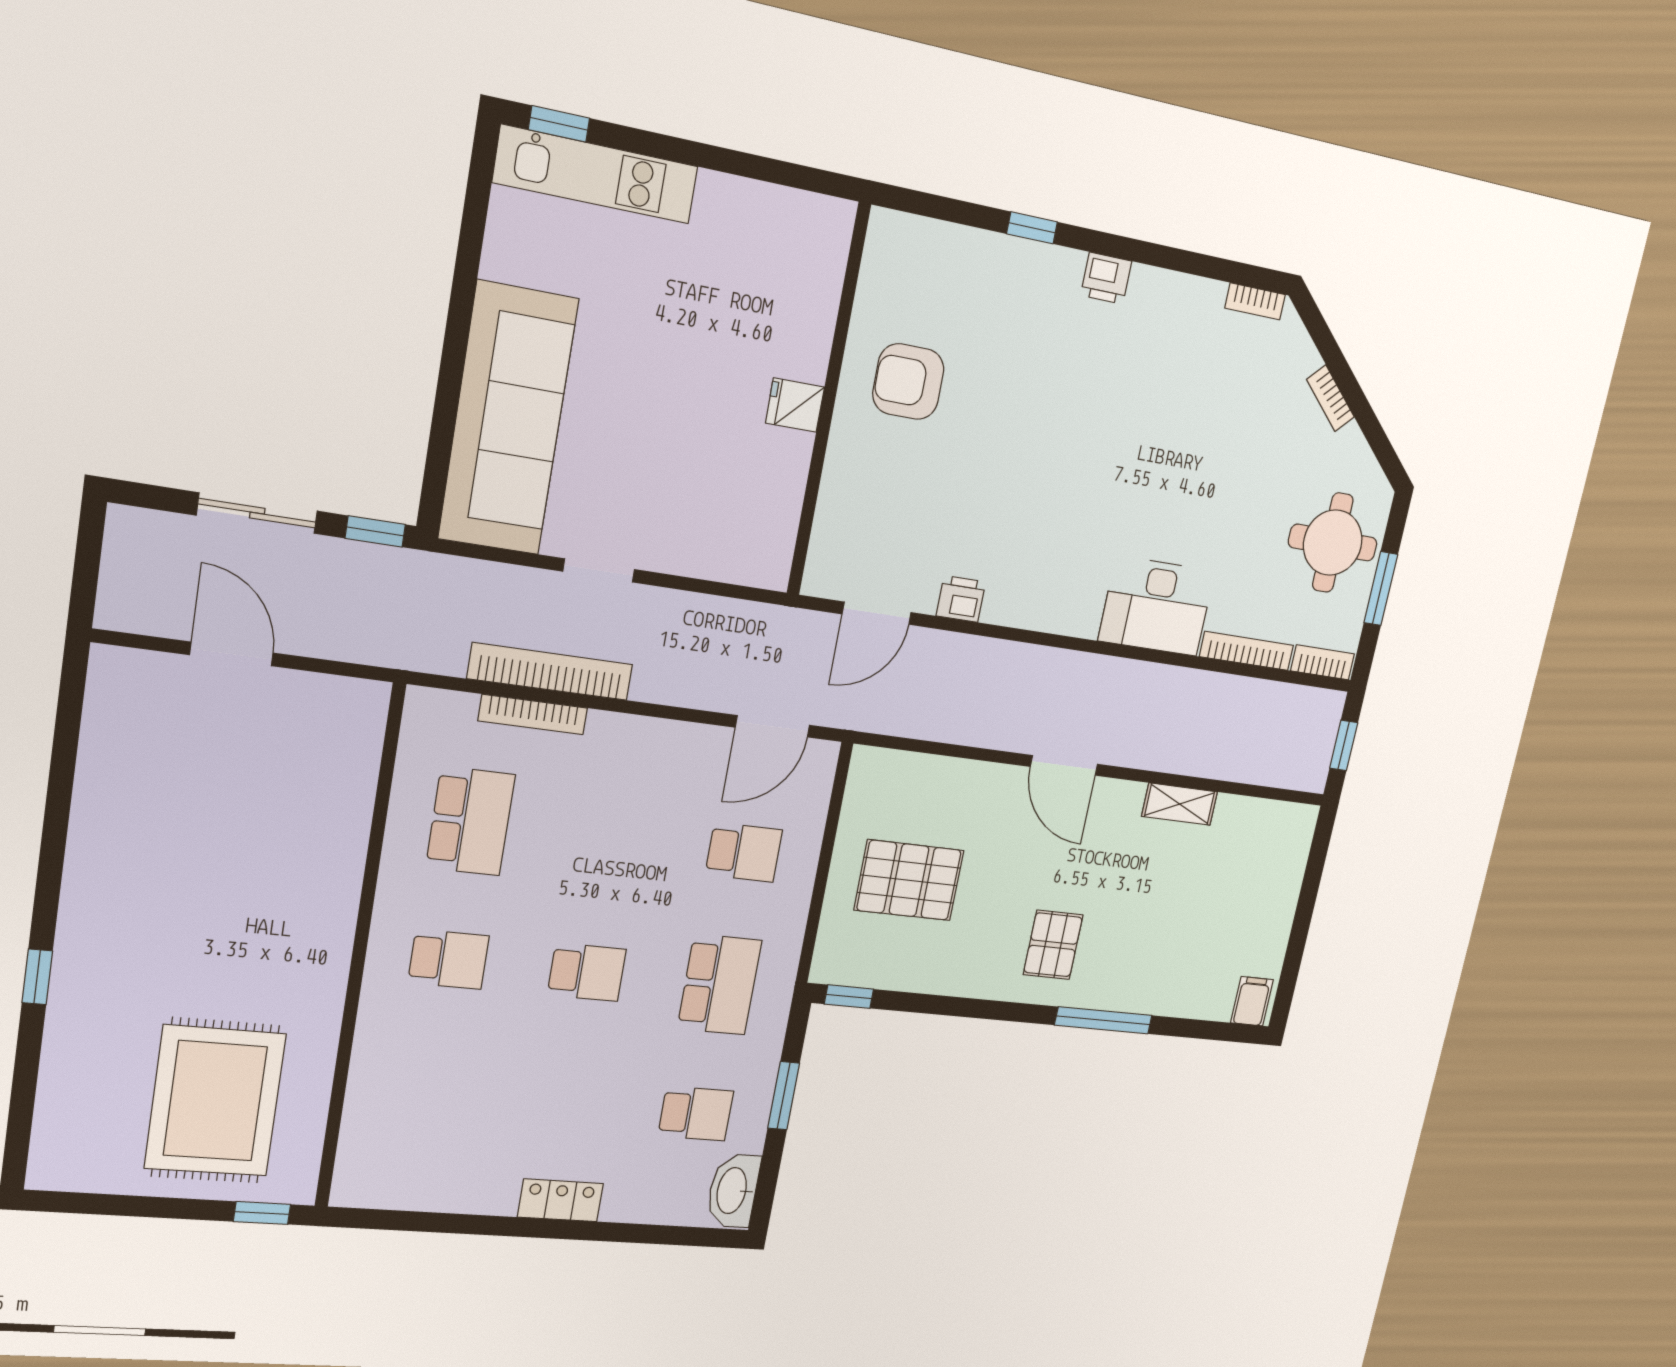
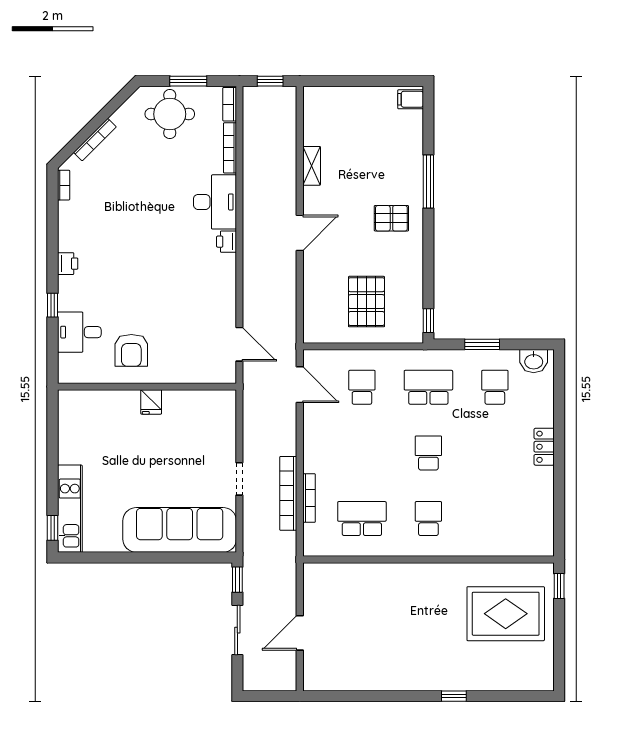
desk: (967, 275) -> (79, 332), added
bookcase: (1330, 398) -> (95, 140), width x1.56
printer: (961, 599) -> (227, 242), moved
washbasin: (733, 1191) -> (534, 361), width x0.72

